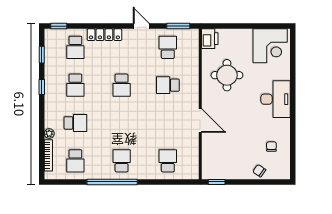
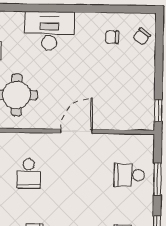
chair: (259, 171) -> (142, 37), moved
window: (165, 182) -> (157, 179), added

